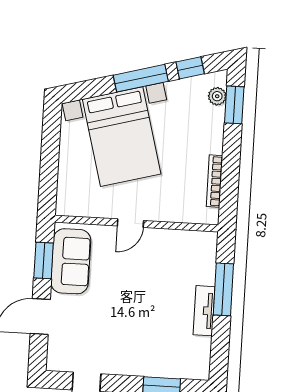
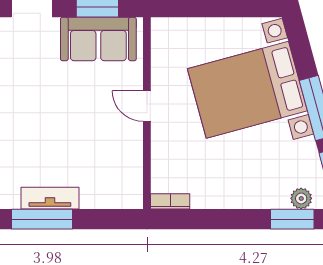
bookcase: (215, 181) -> (170, 201), moved, width x0.64
window: (223, 289) -> (42, 219), moved

